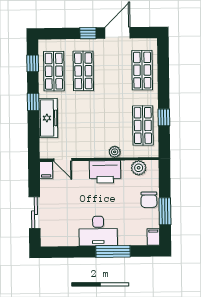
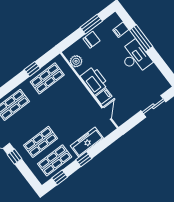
plant: (115, 152) -> (77, 84), removed
filing cabinet: (46, 170) -> (104, 96), moved
filing cabinet: (153, 237) -> (121, 30), moved

